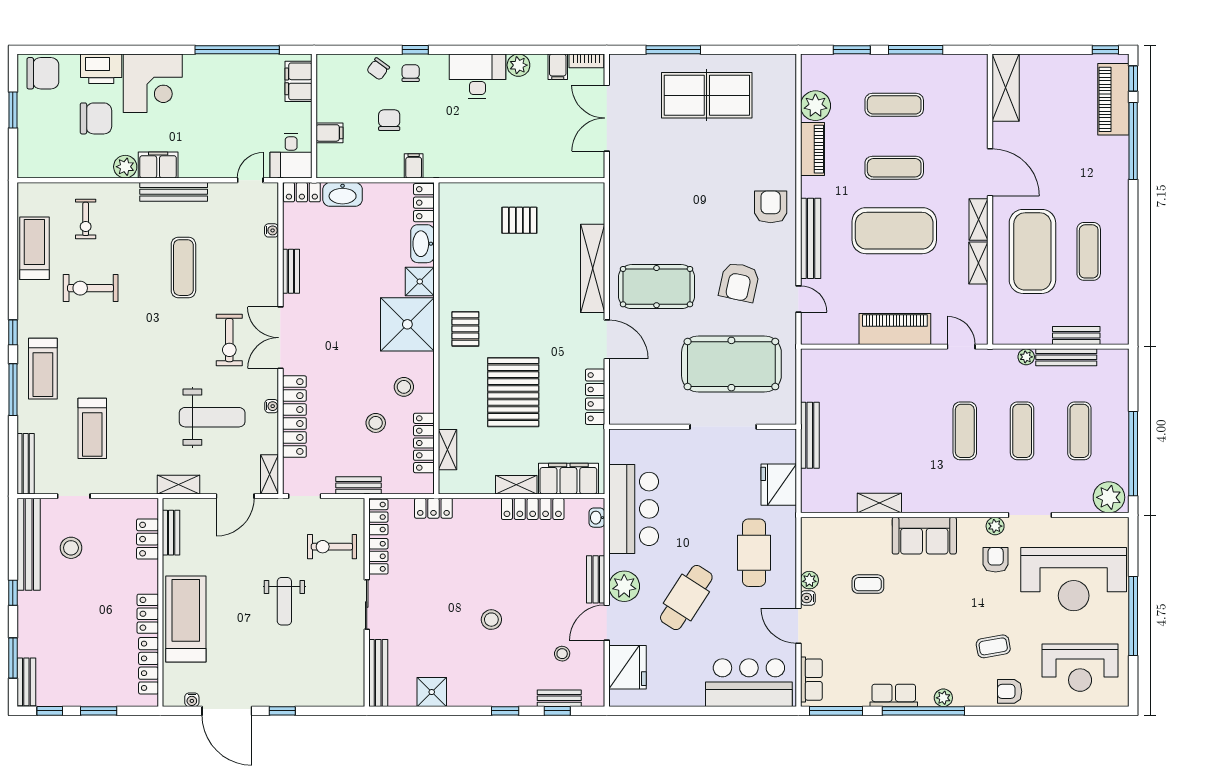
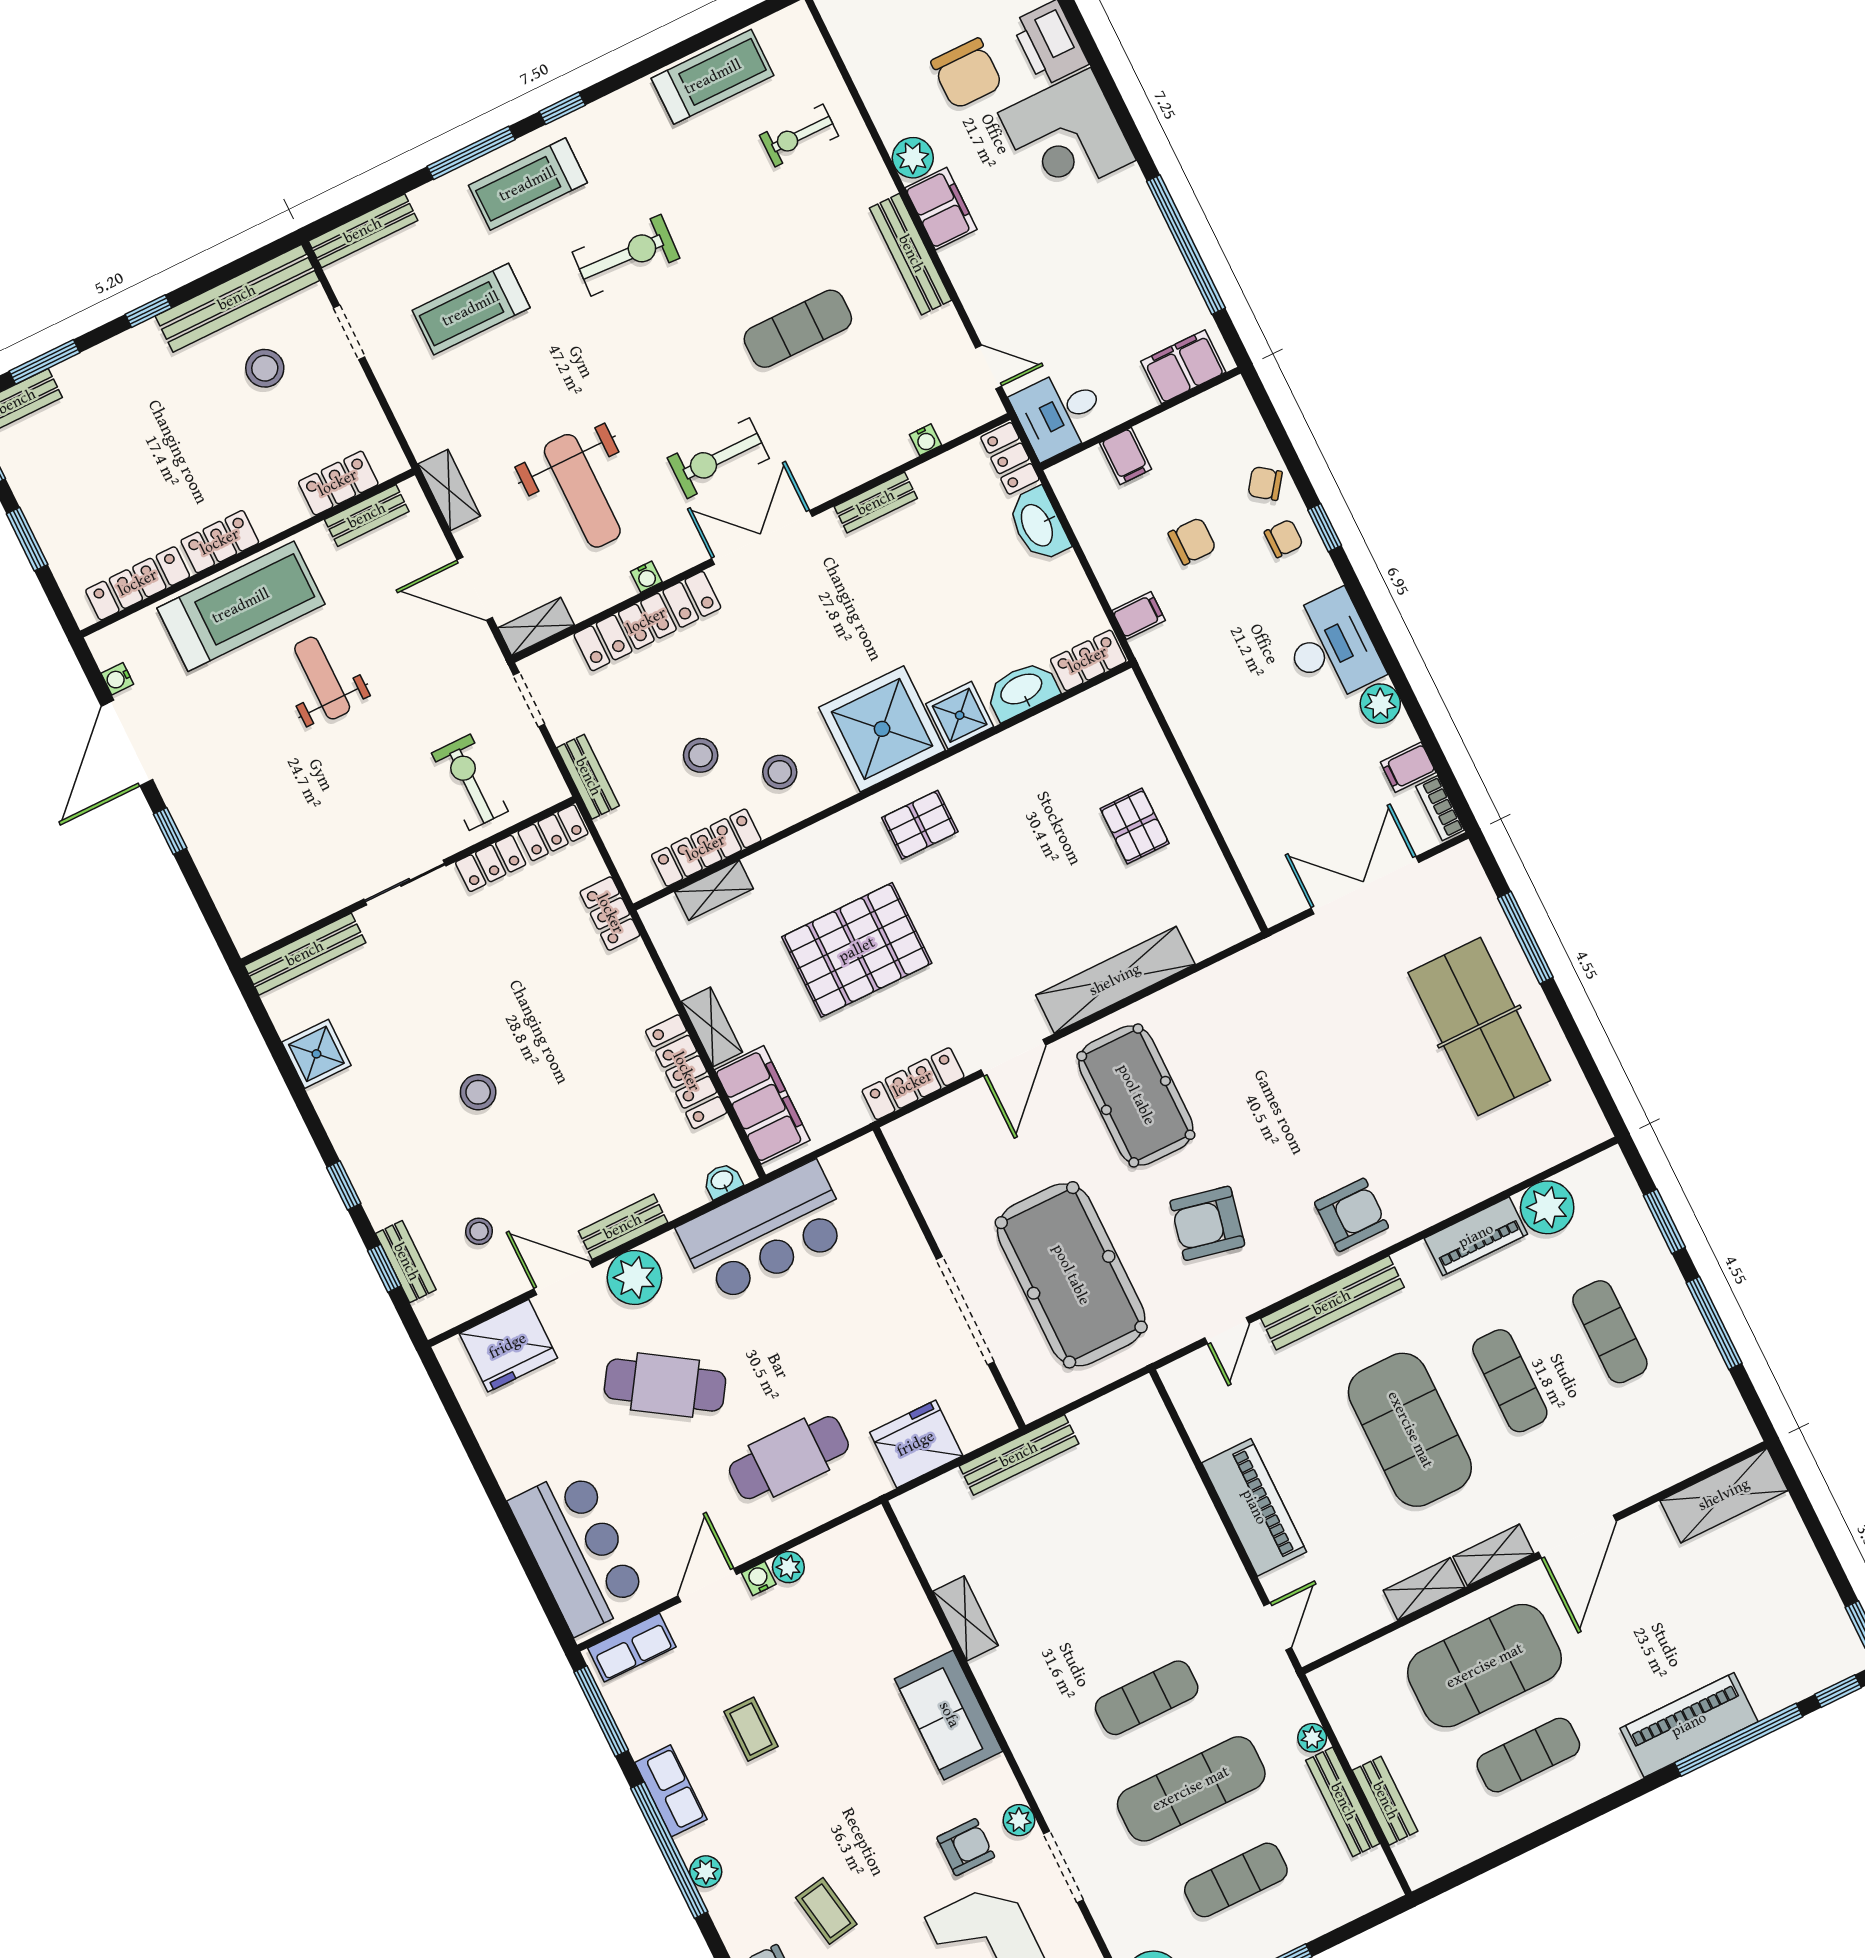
piano: (1113, 99) -> (1689, 1725), moved
exercise bike: (91, 288) -> (626, 255), moved, turned 93
exercise mat: (1022, 431) -> (1191, 1789), width x1.36, depth x1.45
coffee table: (868, 584) -> (751, 1729), moved
weight bench: (284, 601) -> (322, 678), moved, turned 90

